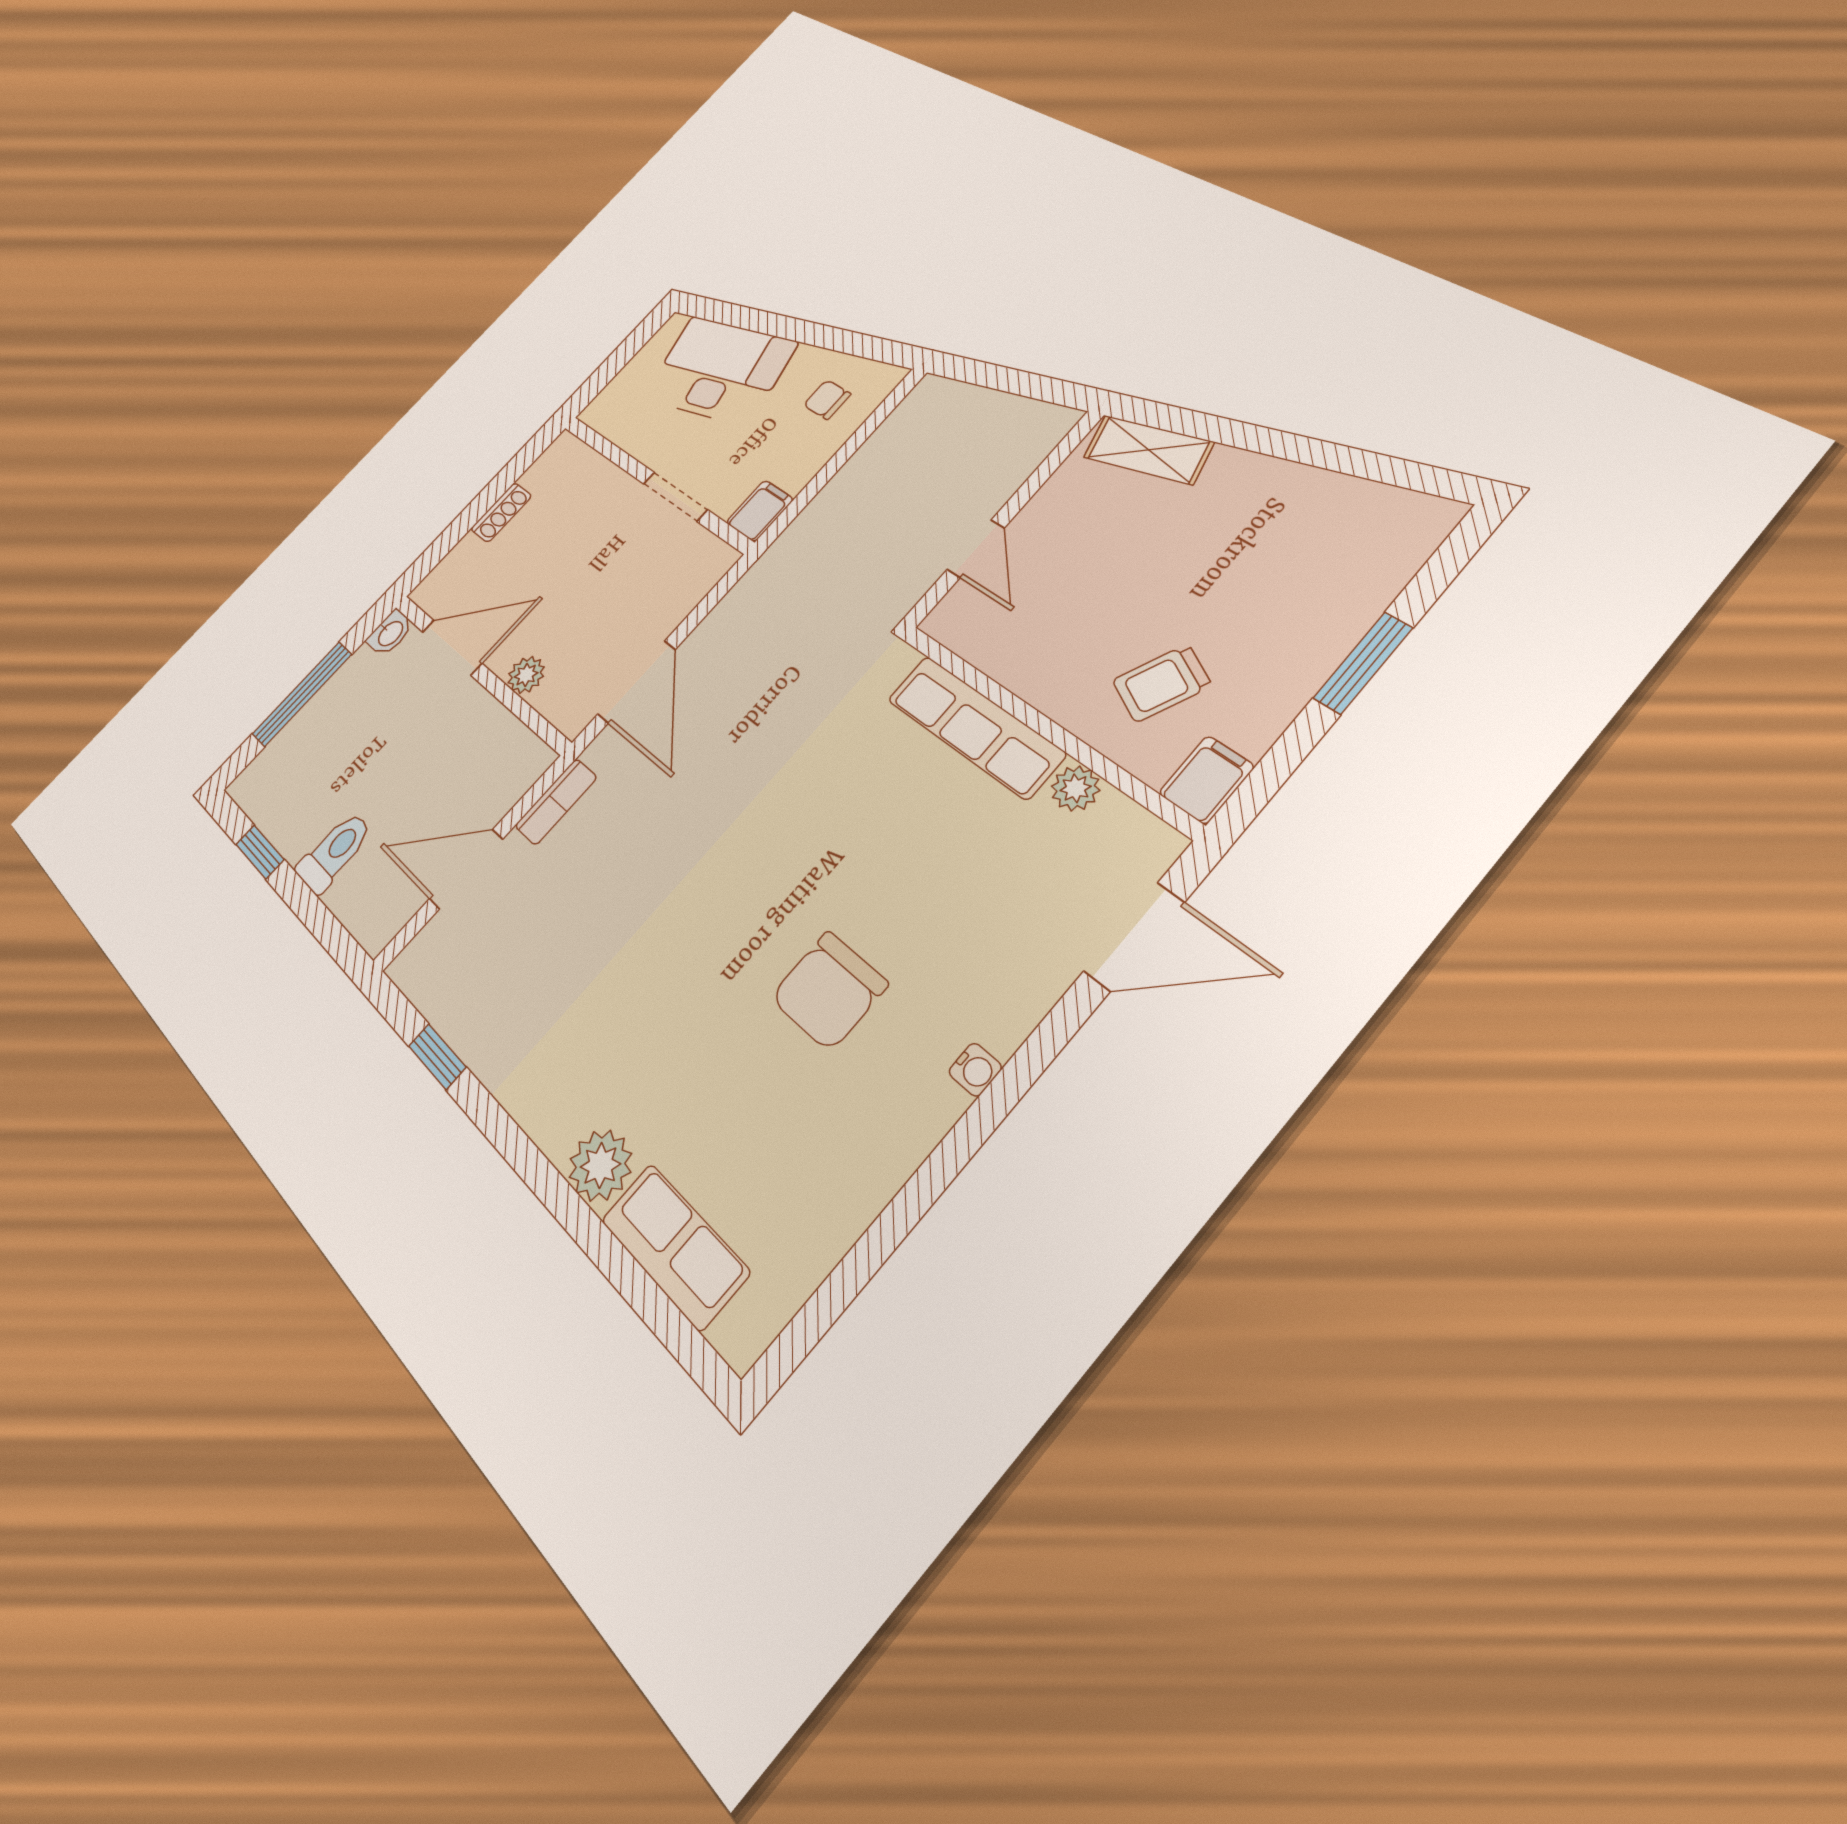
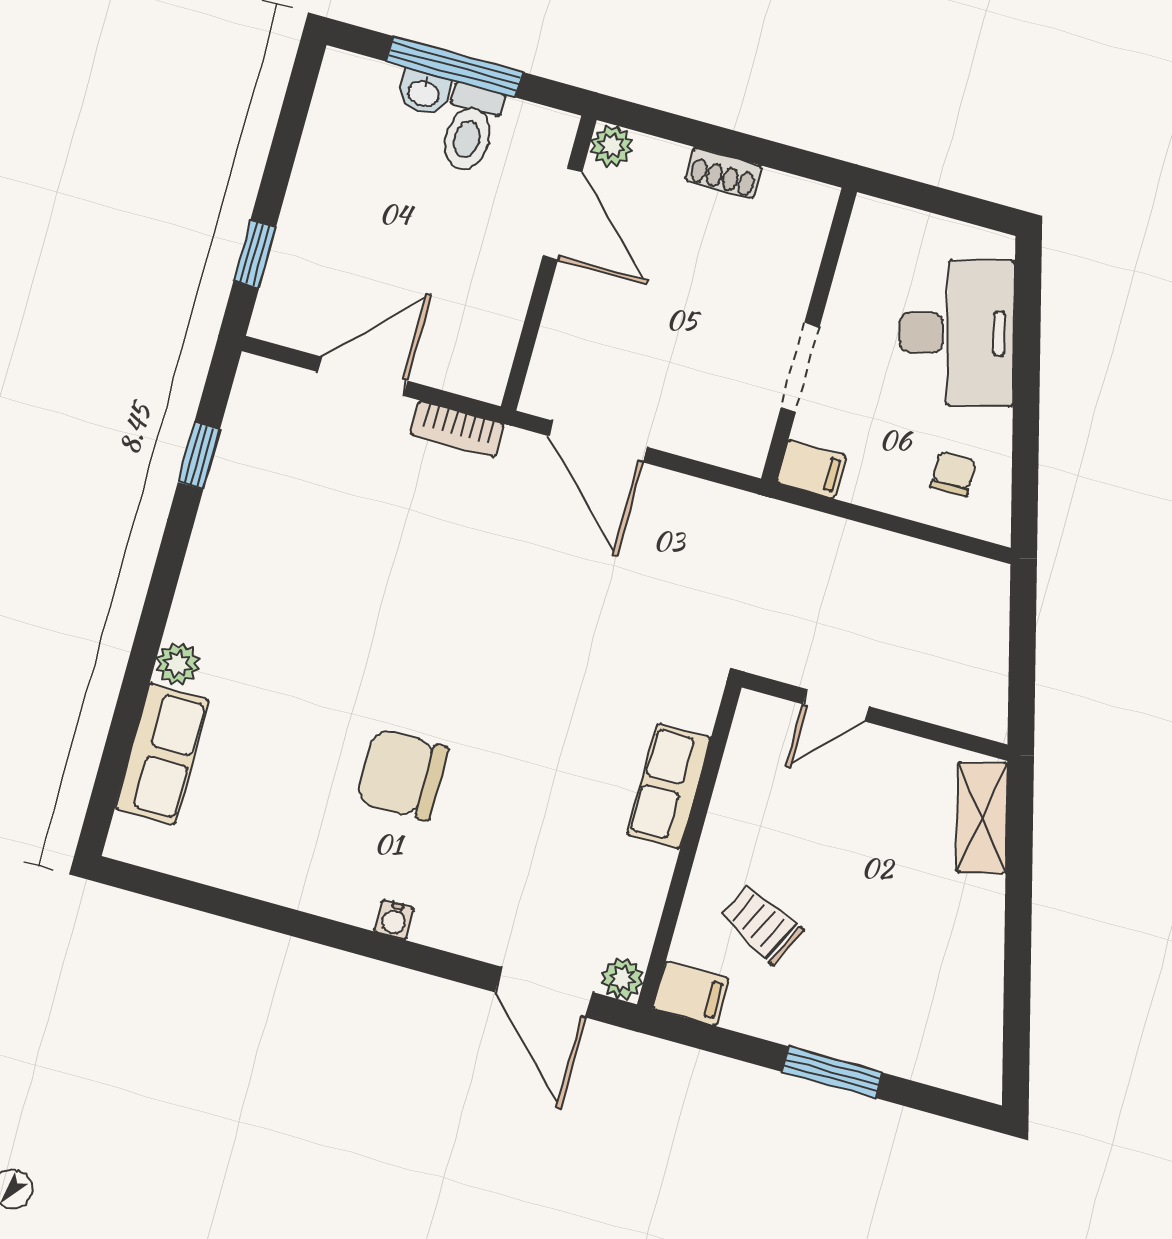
washbasin: (390, 633) -> (424, 92), moved
plant: (526, 675) -> (612, 146), moved
door: (637, 682) -> (598, 442), hinge flipped
row of seats: (975, 726) -> (669, 786), width x0.68
plant: (1076, 788) -> (622, 978), moved
window: (260, 852) -> (255, 254), moved
toilet: (334, 852) -> (470, 128), moved, turned 90
door: (466, 869) -> (362, 376), hinge flipped
plant: (600, 1165) -> (178, 664), width x0.73, depth x0.73

